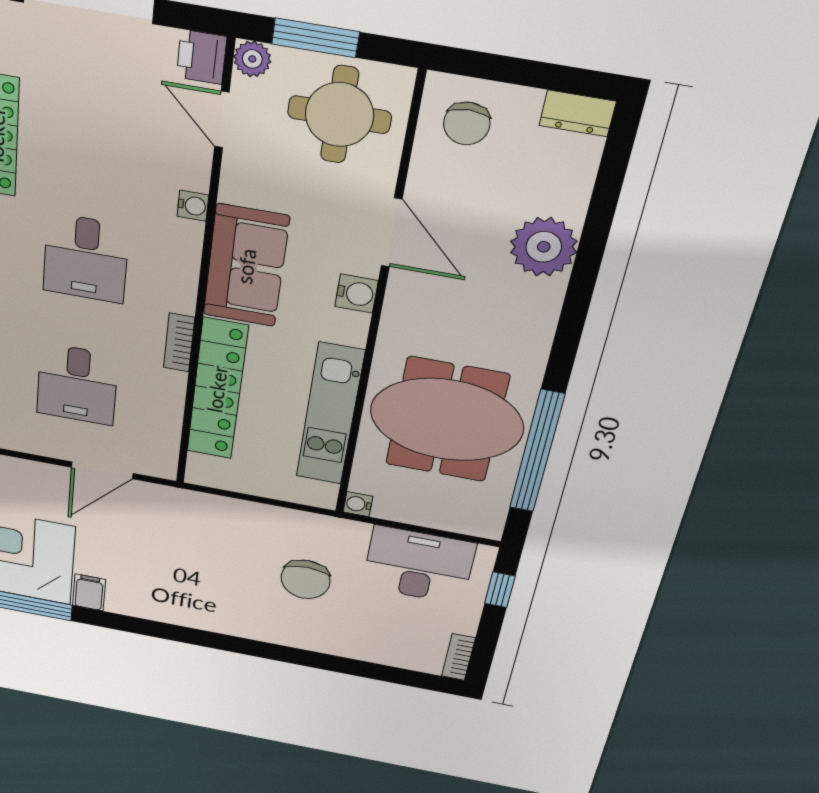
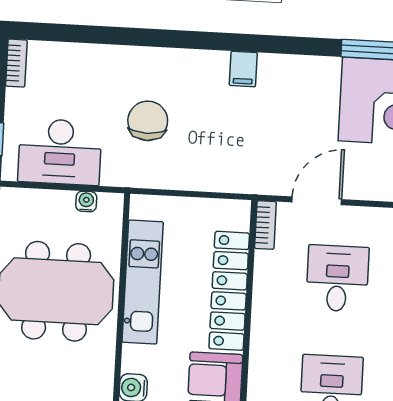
bookcase: (179, 343) -> (265, 225), moved
water cooler: (358, 504) -> (86, 201), moved, turned -90
filing cabinet: (89, 592) -> (243, 69), moved

